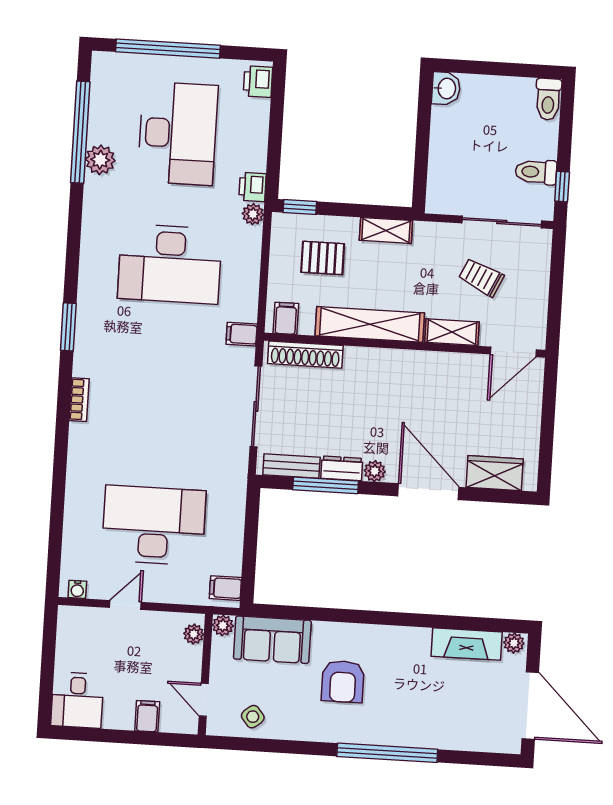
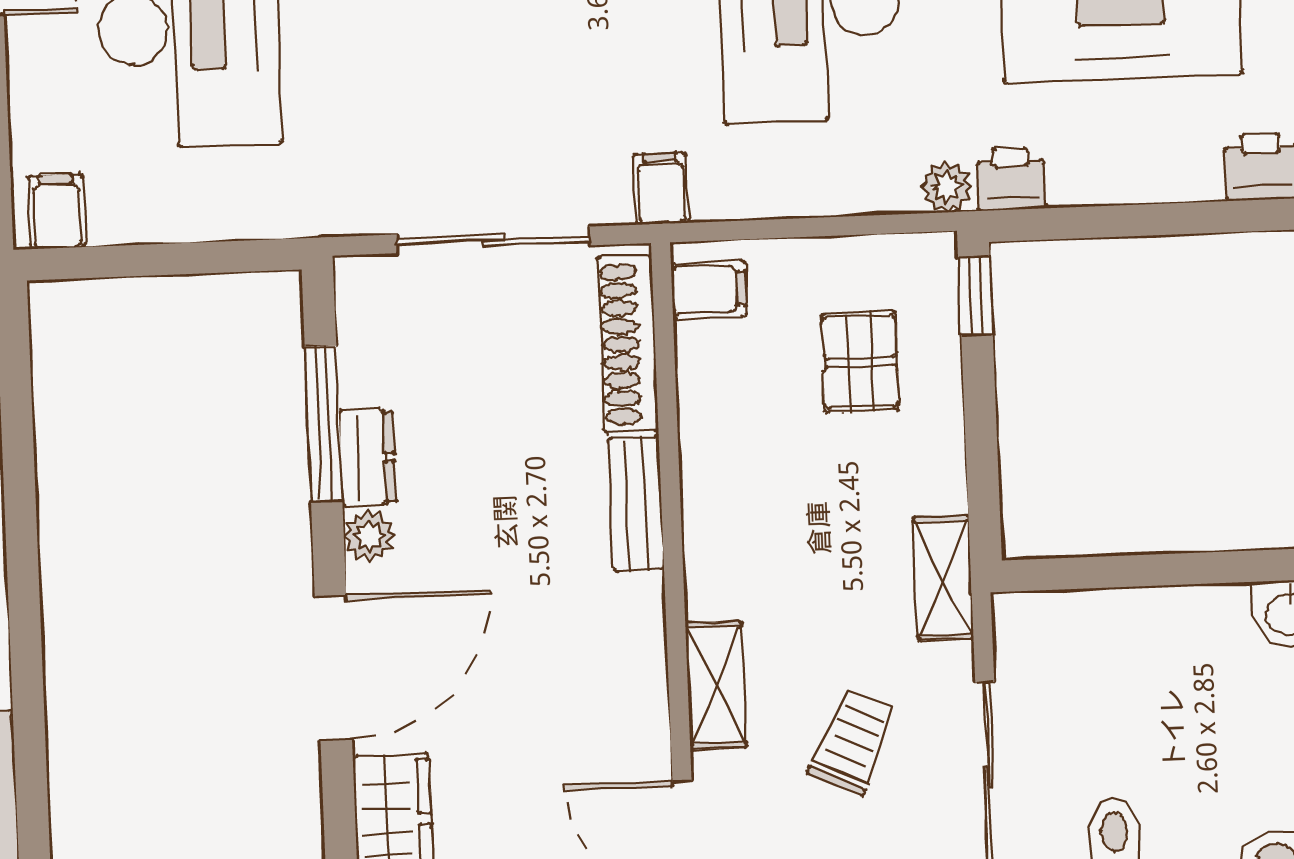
shelving: (386, 230) -> (943, 578), moved
shelving: (370, 324) -> (715, 489), removed
bench: (291, 466) -> (636, 504), moved

